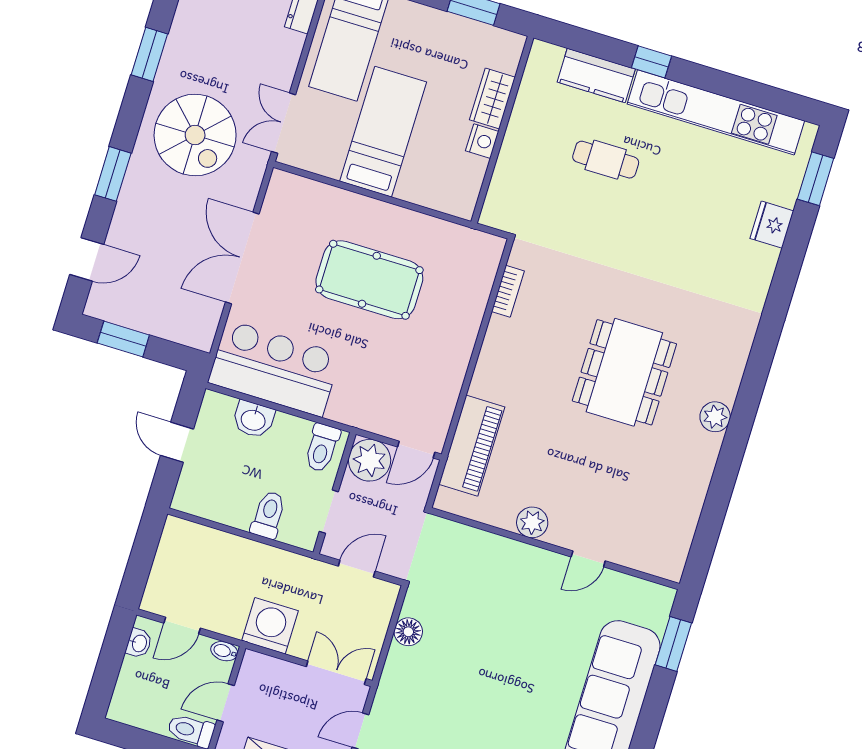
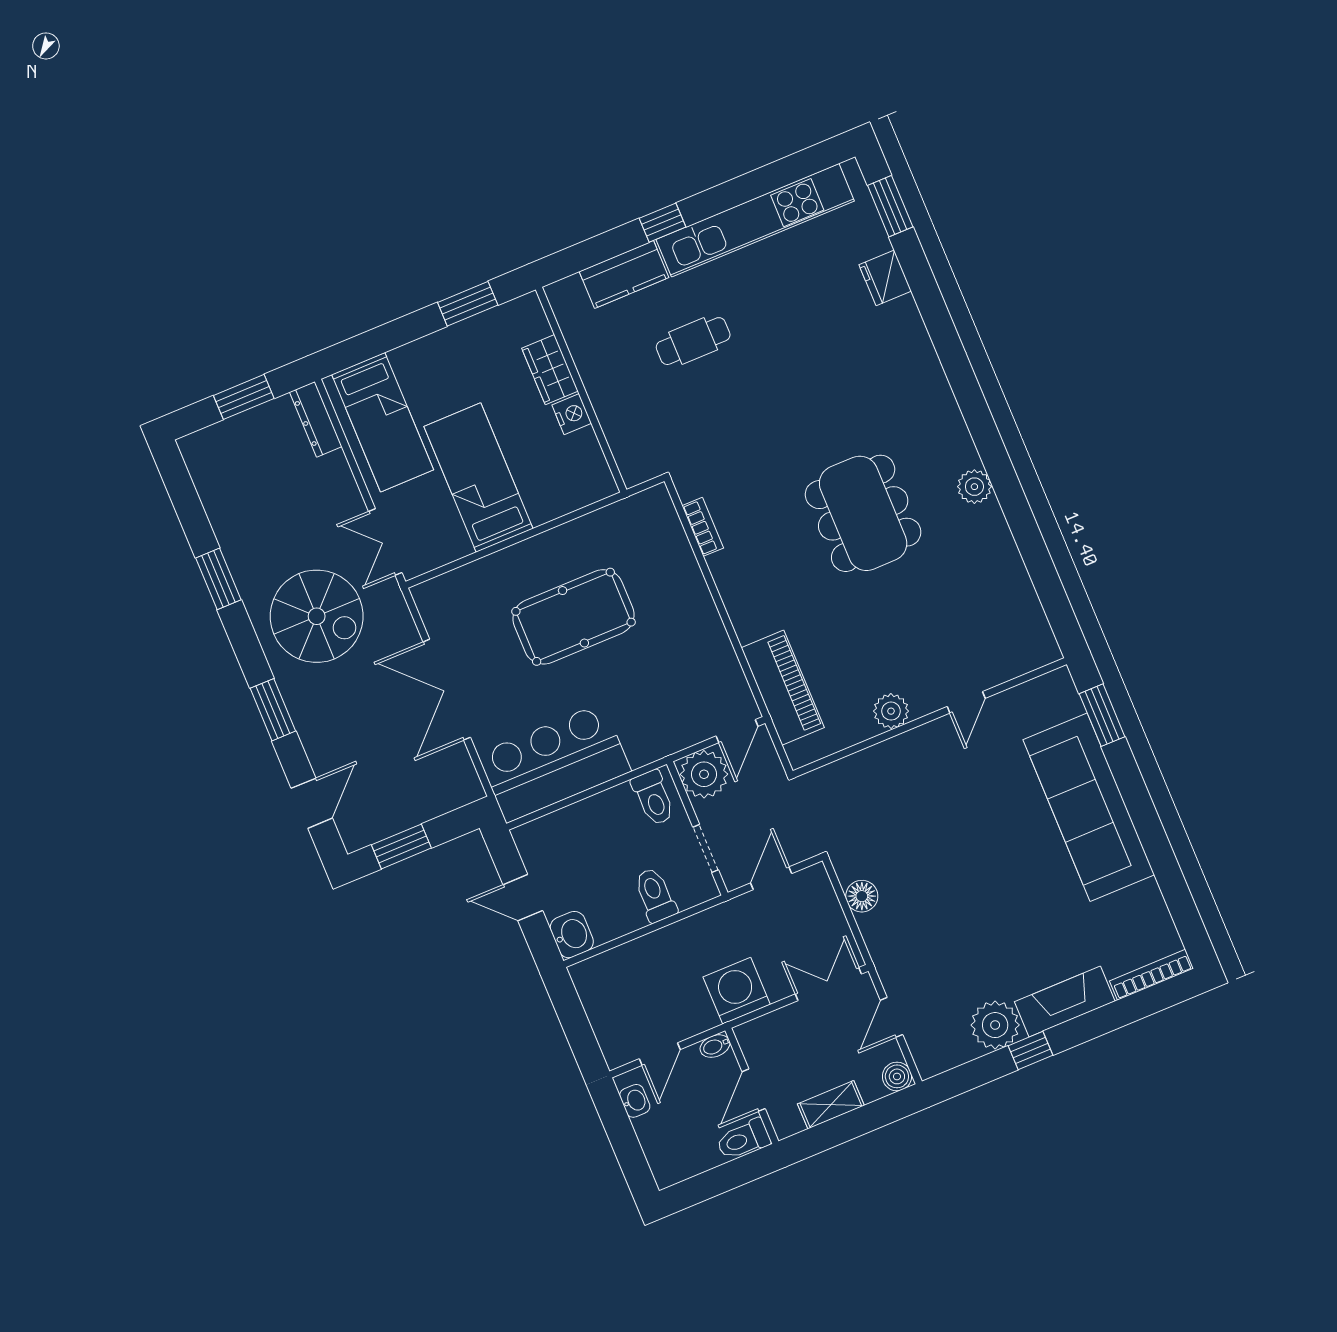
washbasin: (253, 419) -> (572, 935), moved, turned -90

